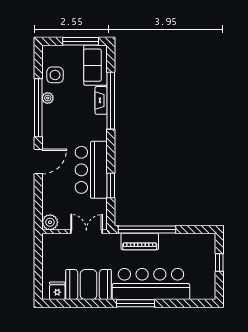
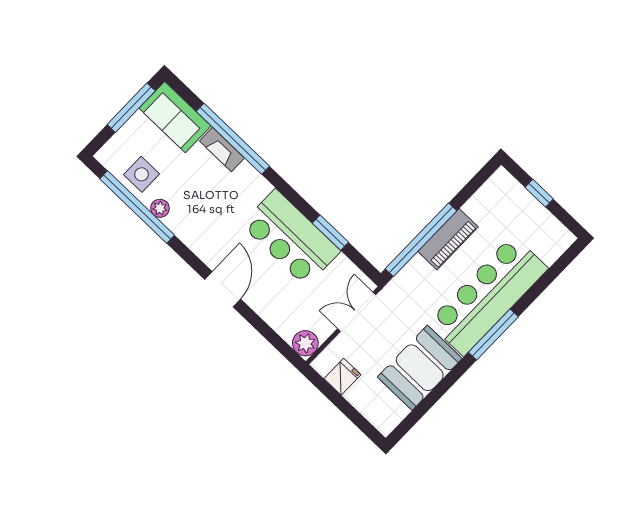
window: (38, 108) -> (137, 207), moved
piano: (140, 242) -> (448, 239), moved
fridge: (57, 291) -> (342, 377), moved, turned 90

